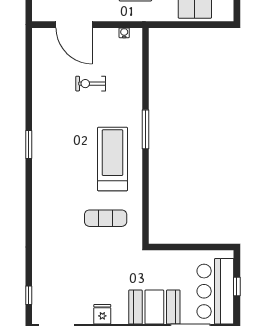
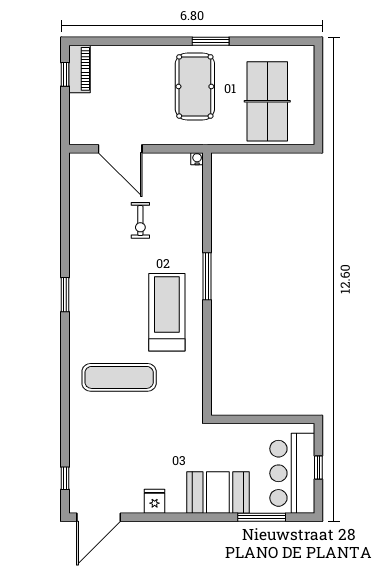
water cooler: (124, 33) -> (197, 159), moved
exercise bike: (91, 84) -> (140, 220), turned -90
exercise mat: (106, 218) -> (119, 377), moved, width x1.36, depth x1.45

